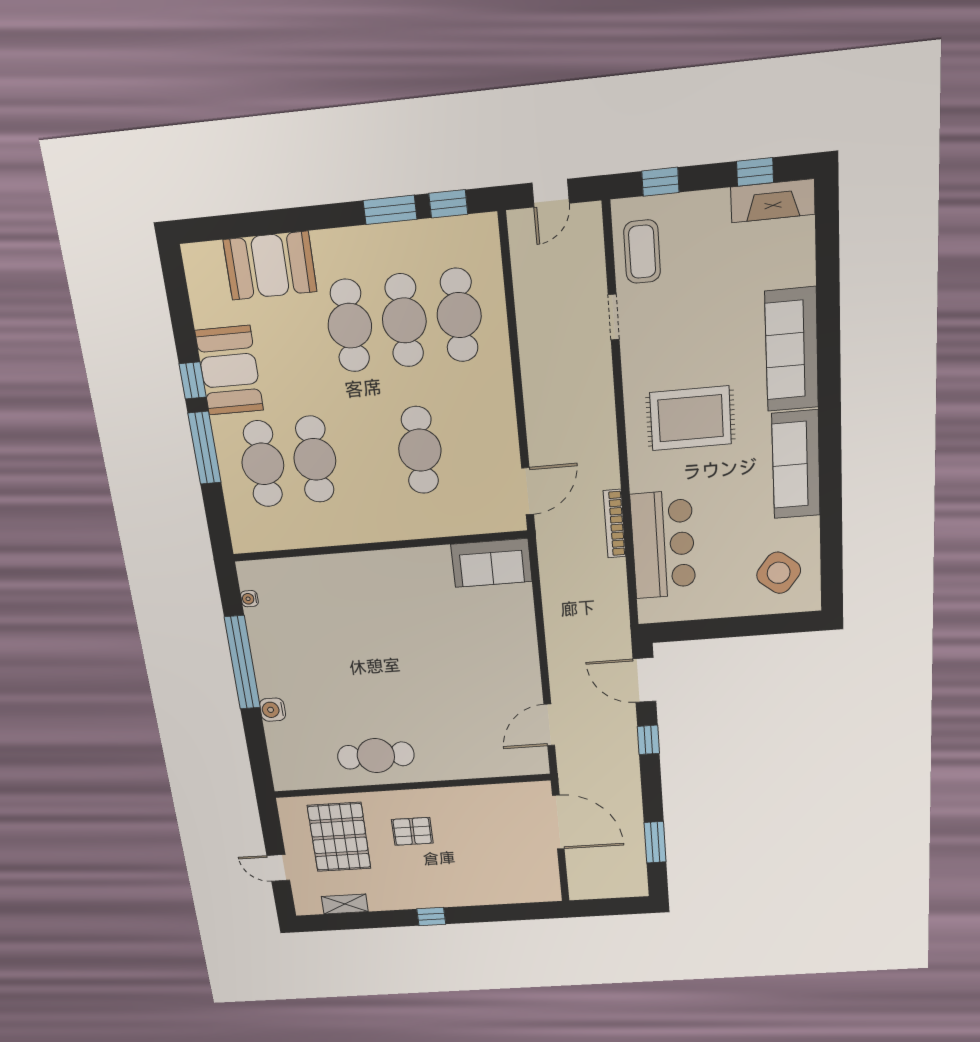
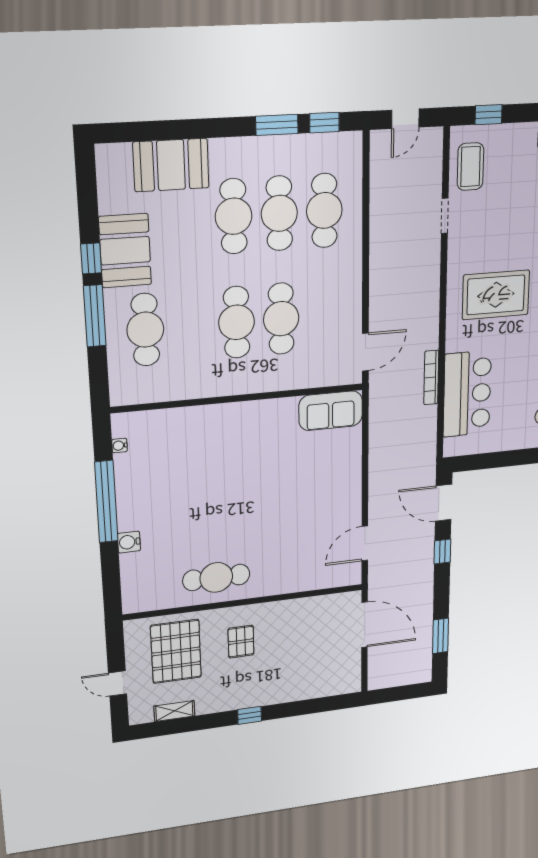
cafe table: (315, 459) -> (237, 322), moved
pallet: (412, 831) -> (241, 642), turned 90

